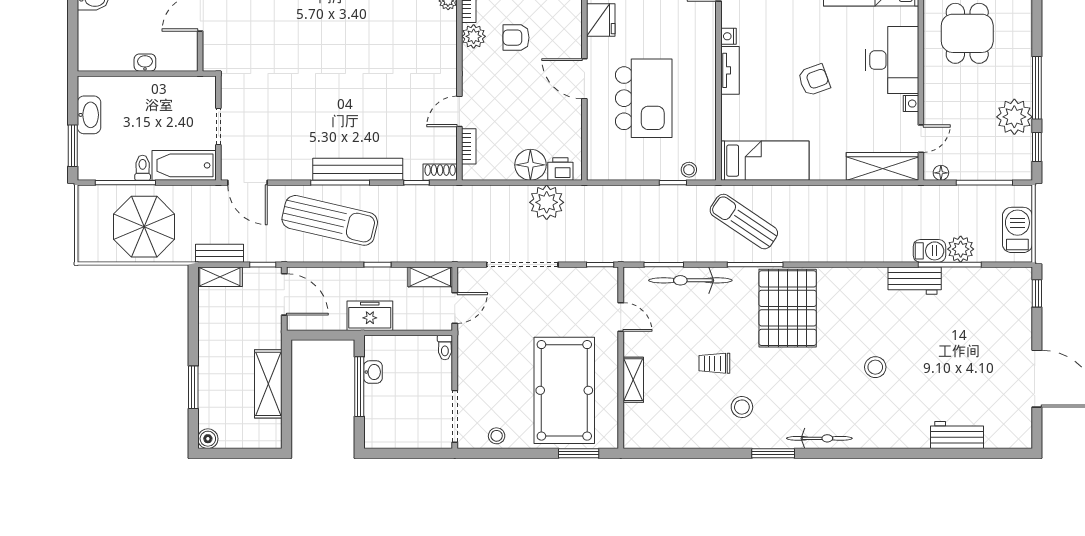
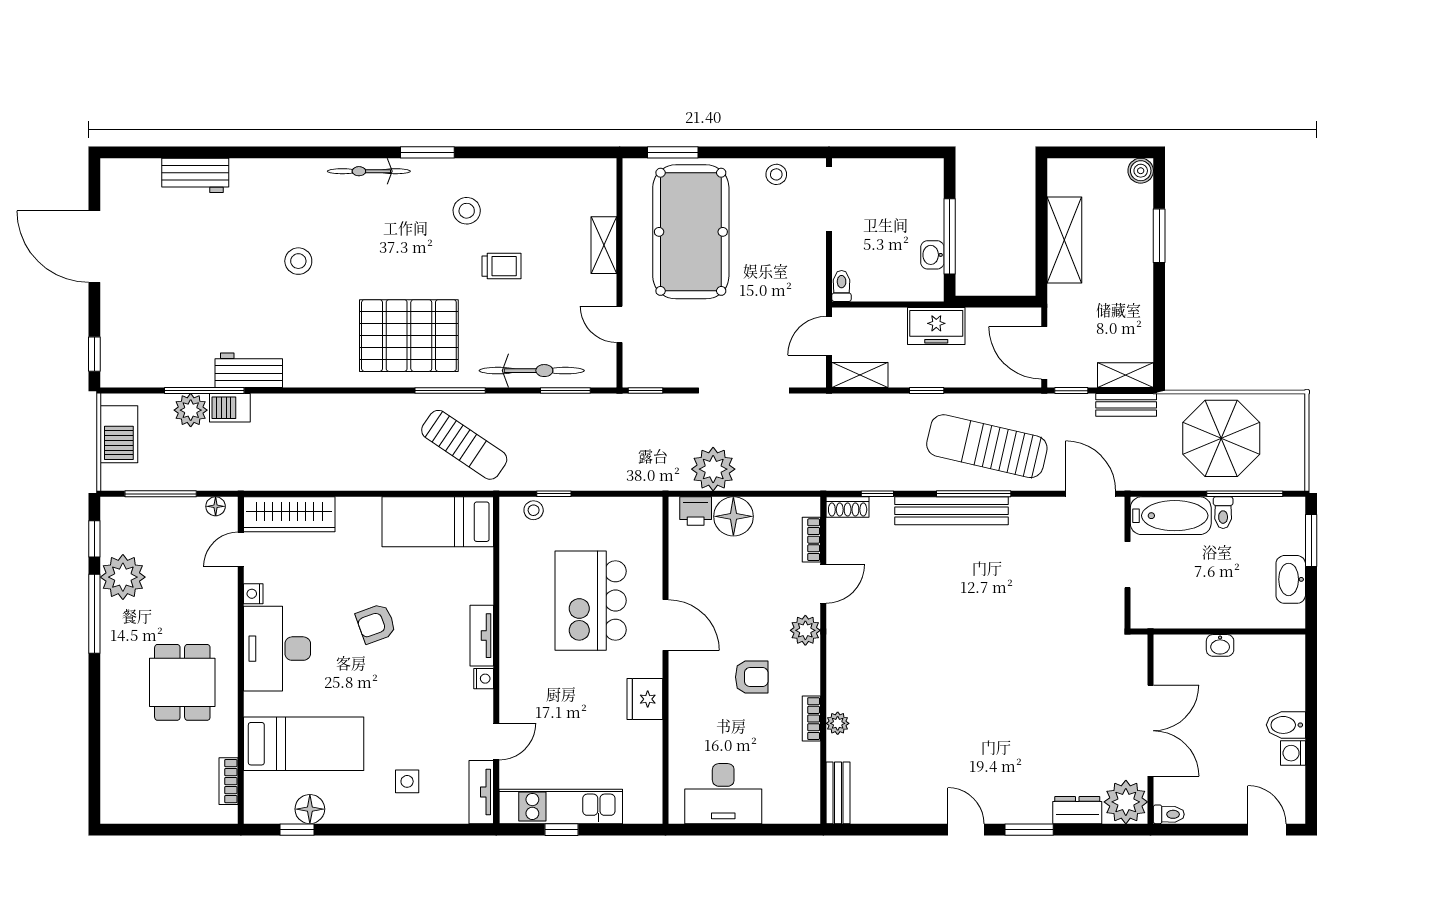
plant: (474, 36) -> (805, 630), moved
pallet: (788, 308) -> (409, 336), turned 90

